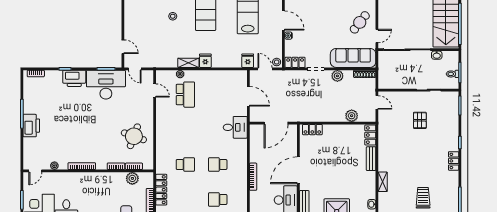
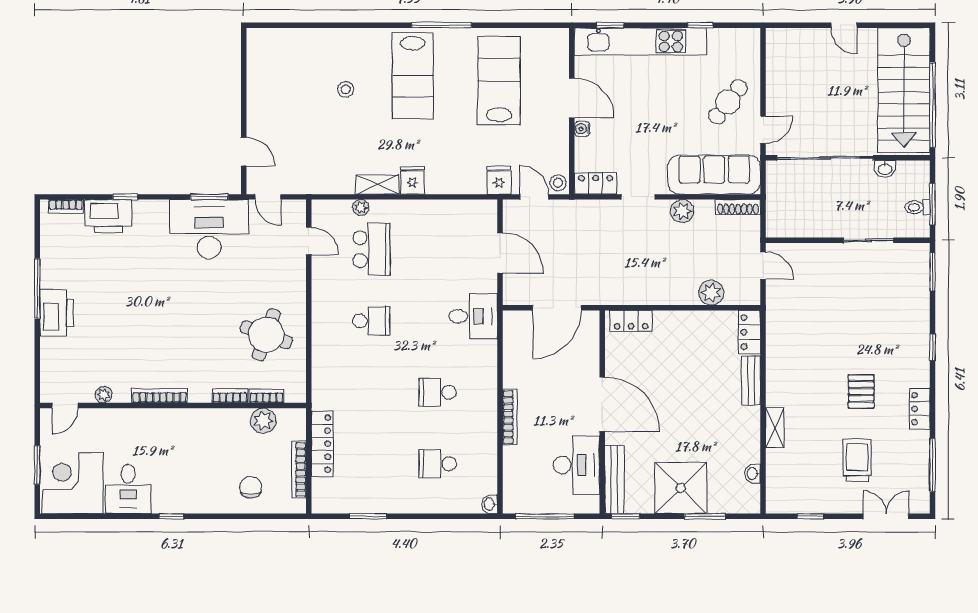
printer: (74, 78) -> (108, 216), moved
pallet: (420, 120) -> (861, 391), moved
locker: (454, 161) -> (920, 409), moved
school desk: (185, 165) -> (371, 321), moved
door: (298, 170) -> (602, 404), swing flipped

